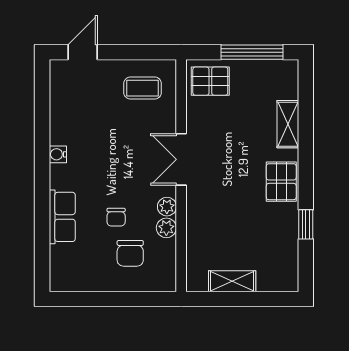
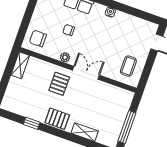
pallet: (210, 81) -> (59, 84), moved
plant: (166, 228) -> (54, 53), removed
chair: (130, 253) -> (38, 38), moved
shelving: (232, 281) -> (20, 65), moved

